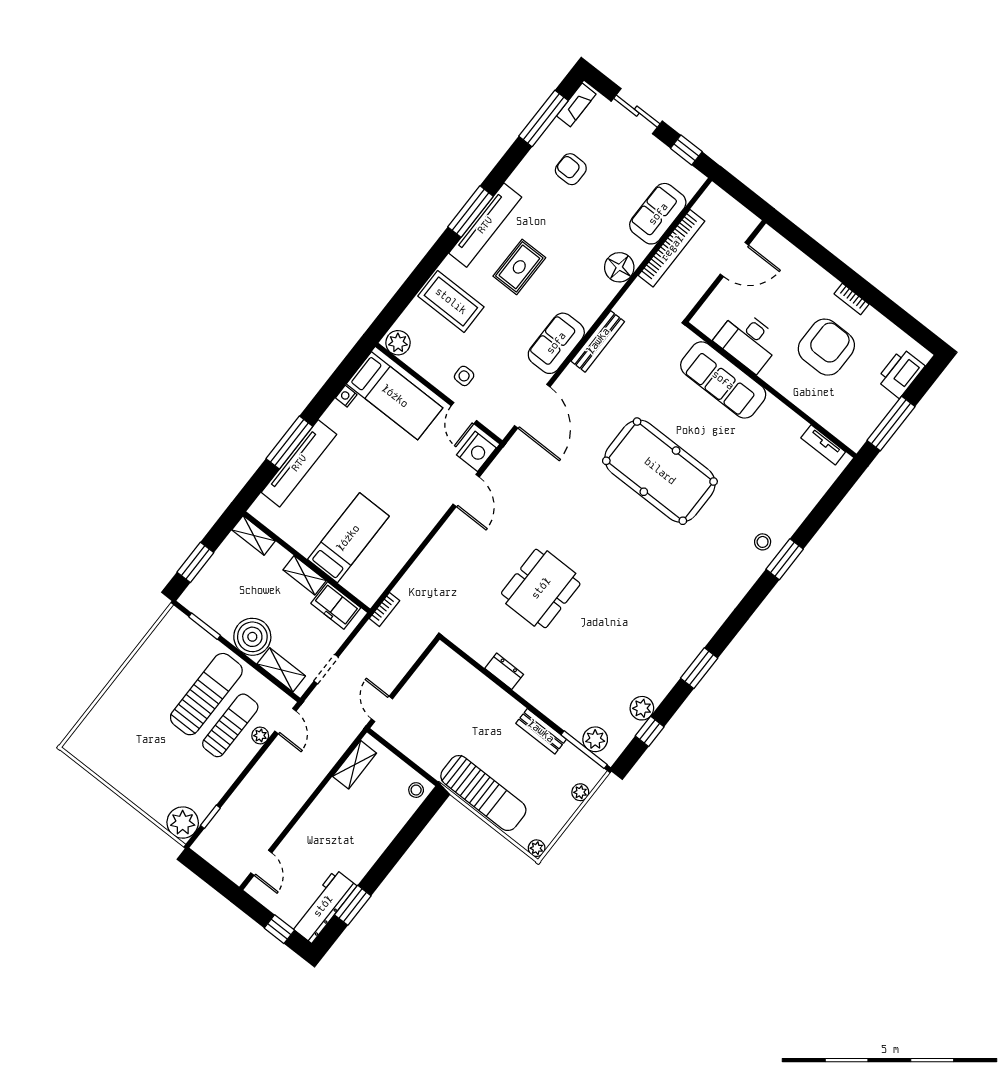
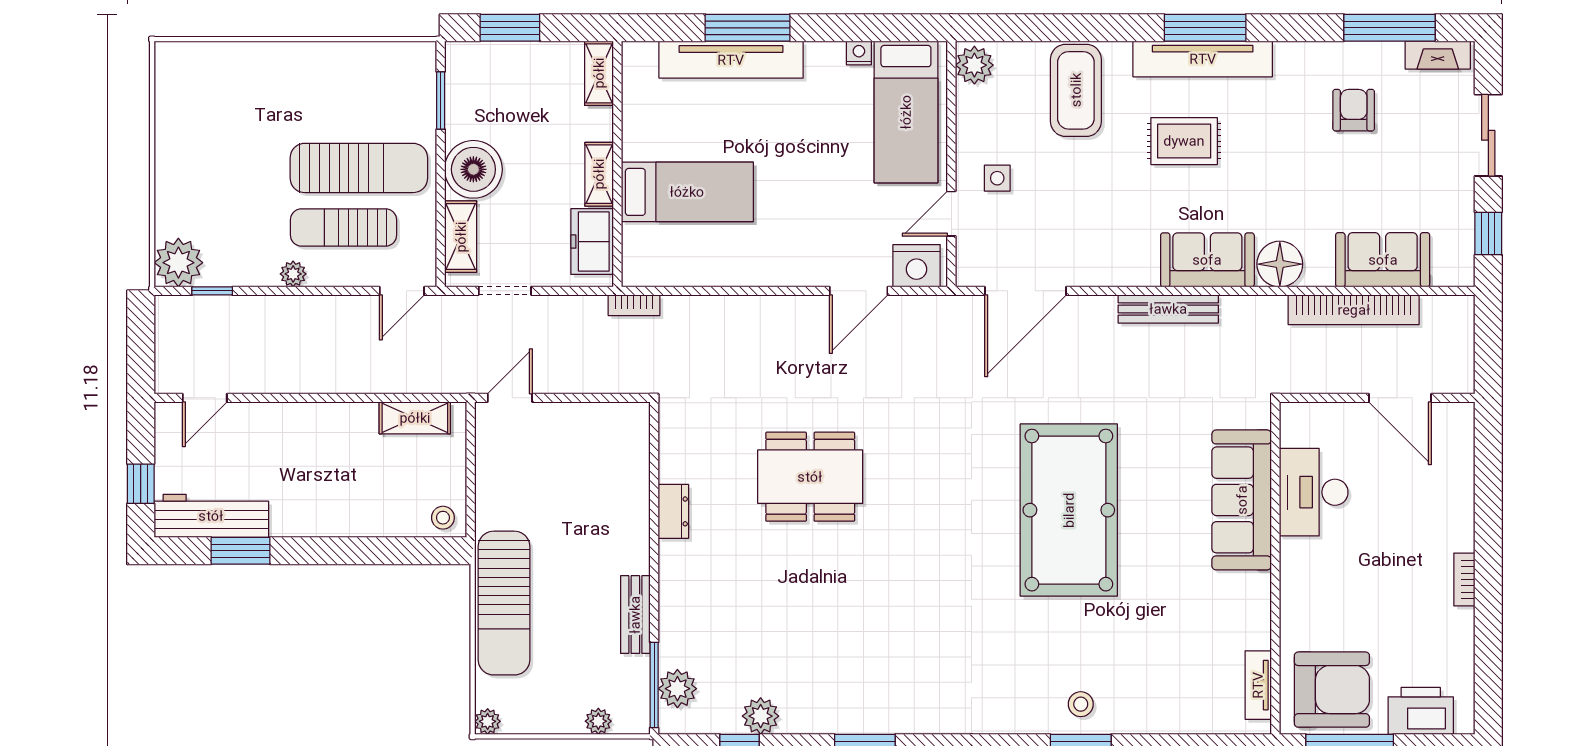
sofa: (556, 343) -> (1207, 260), moved
armchair: (826, 347) -> (1332, 690), moved
sun lounger: (230, 725) -> (344, 227), turned 180
plant: (260, 736) -> (293, 274), moved

